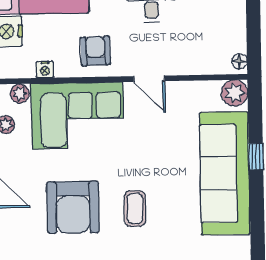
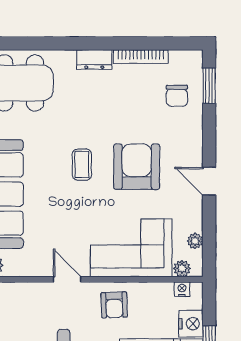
nightstand: (45, 70) -> (182, 289), moved

